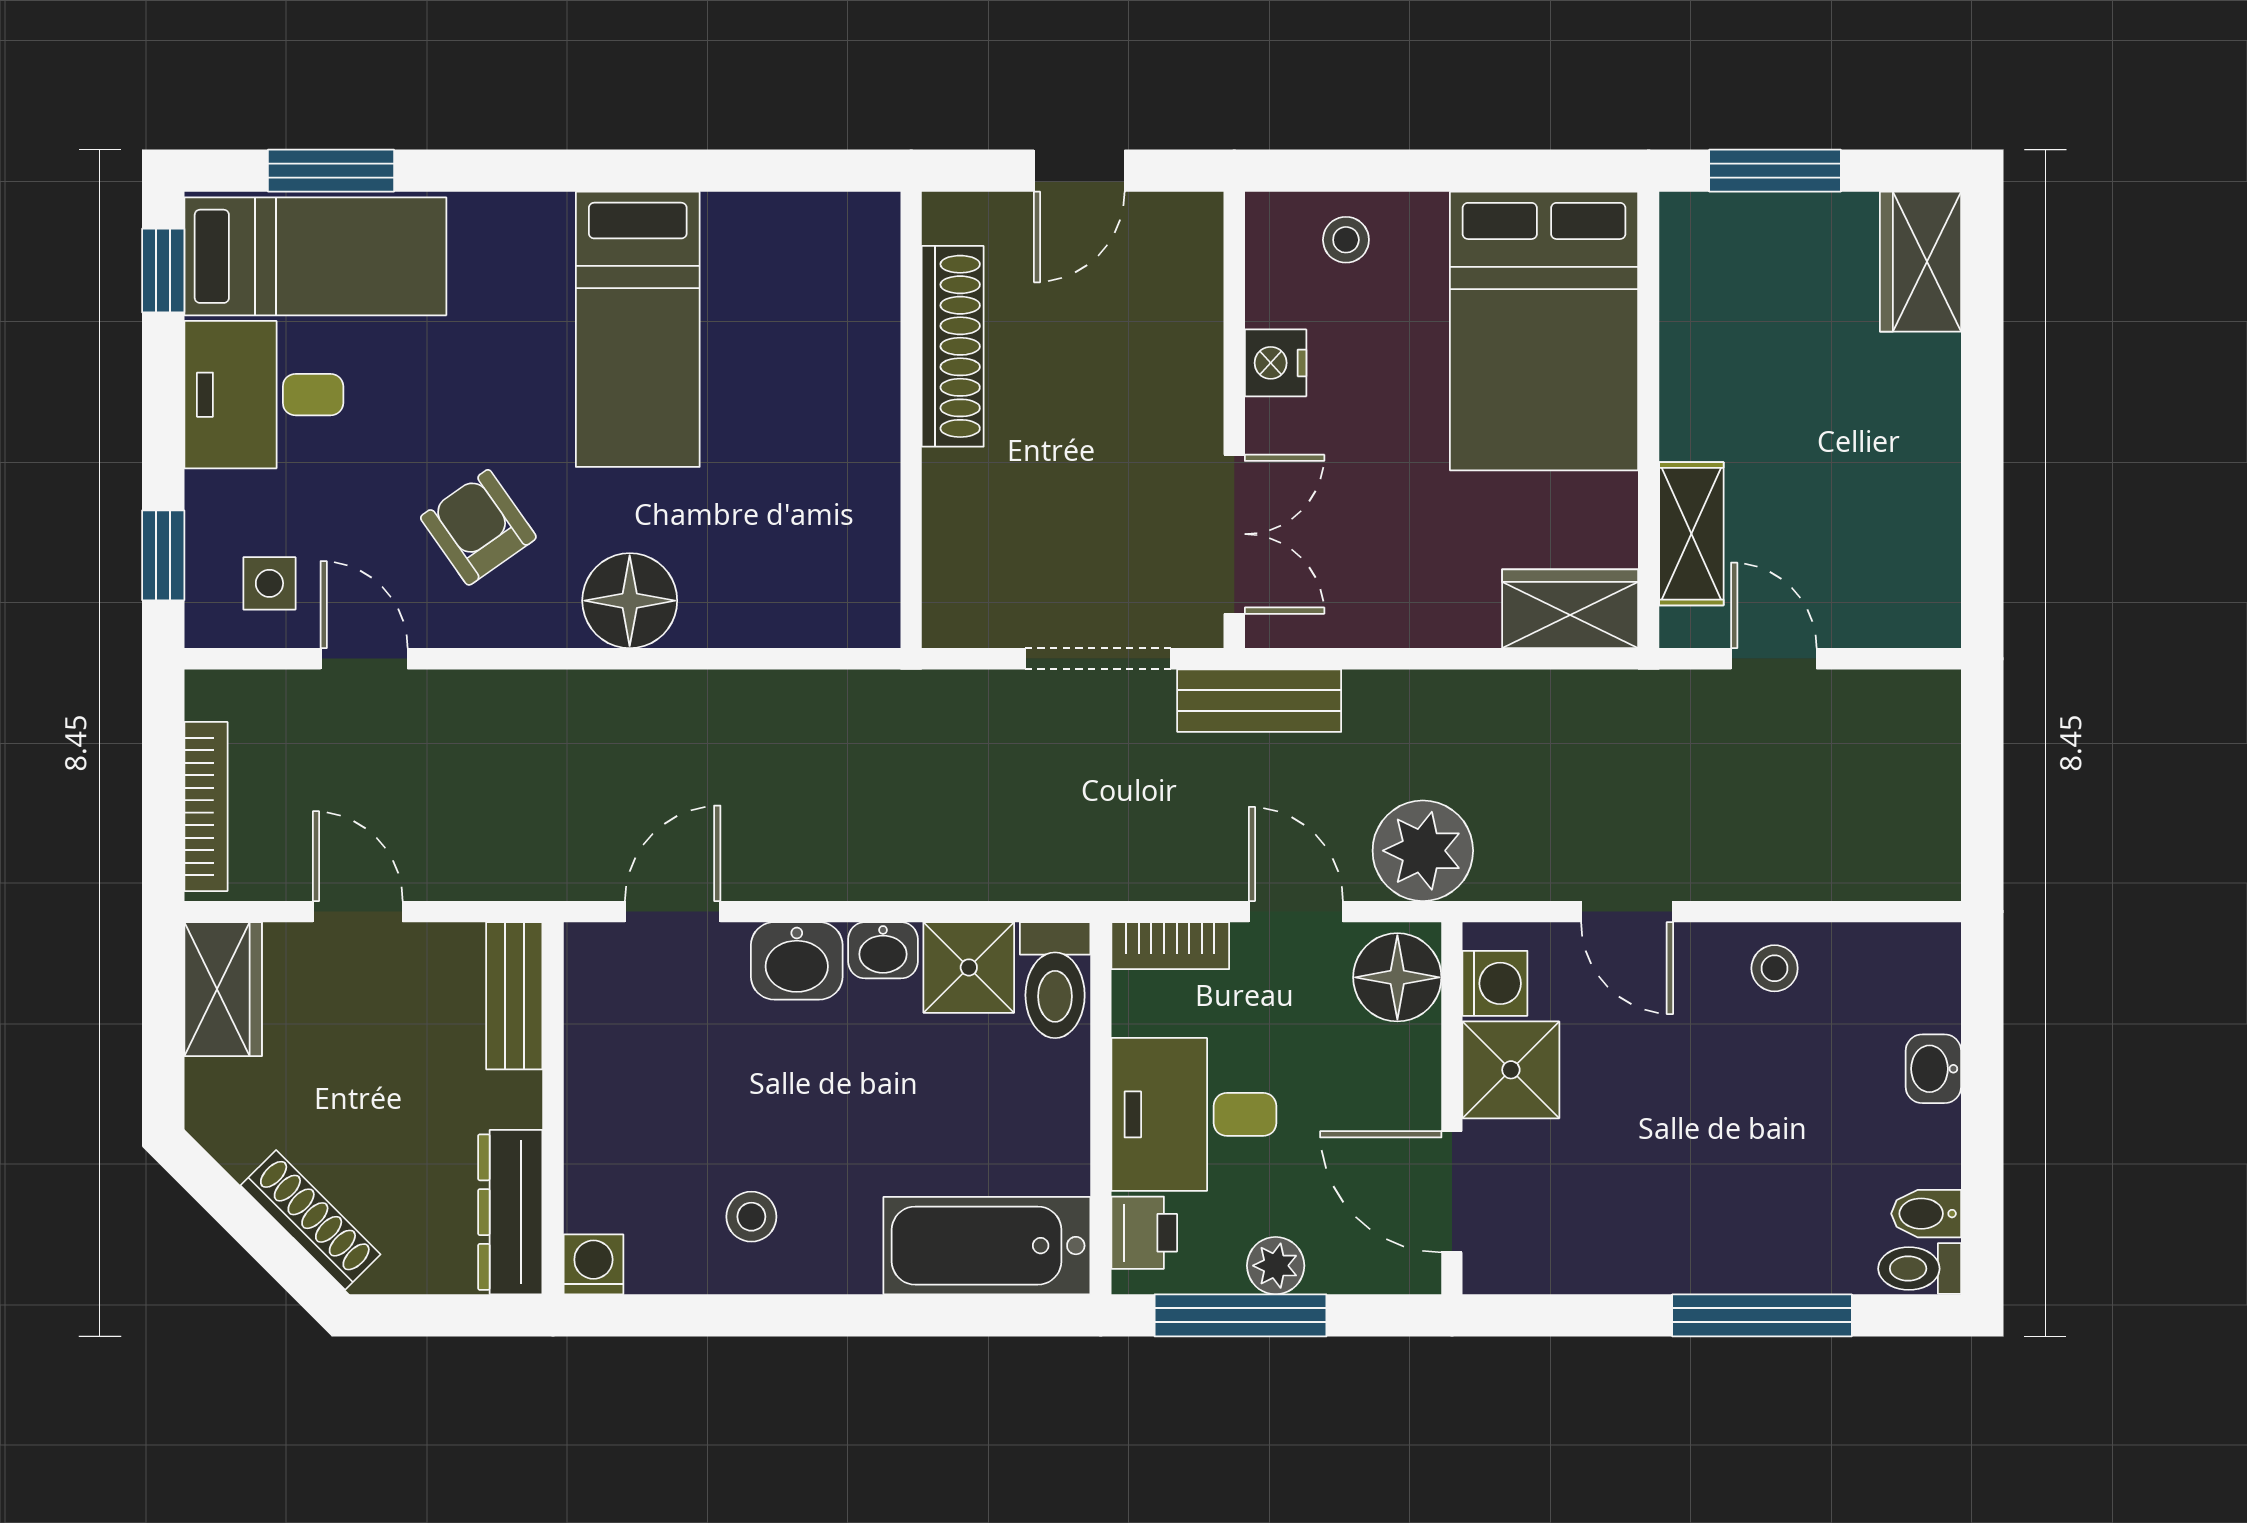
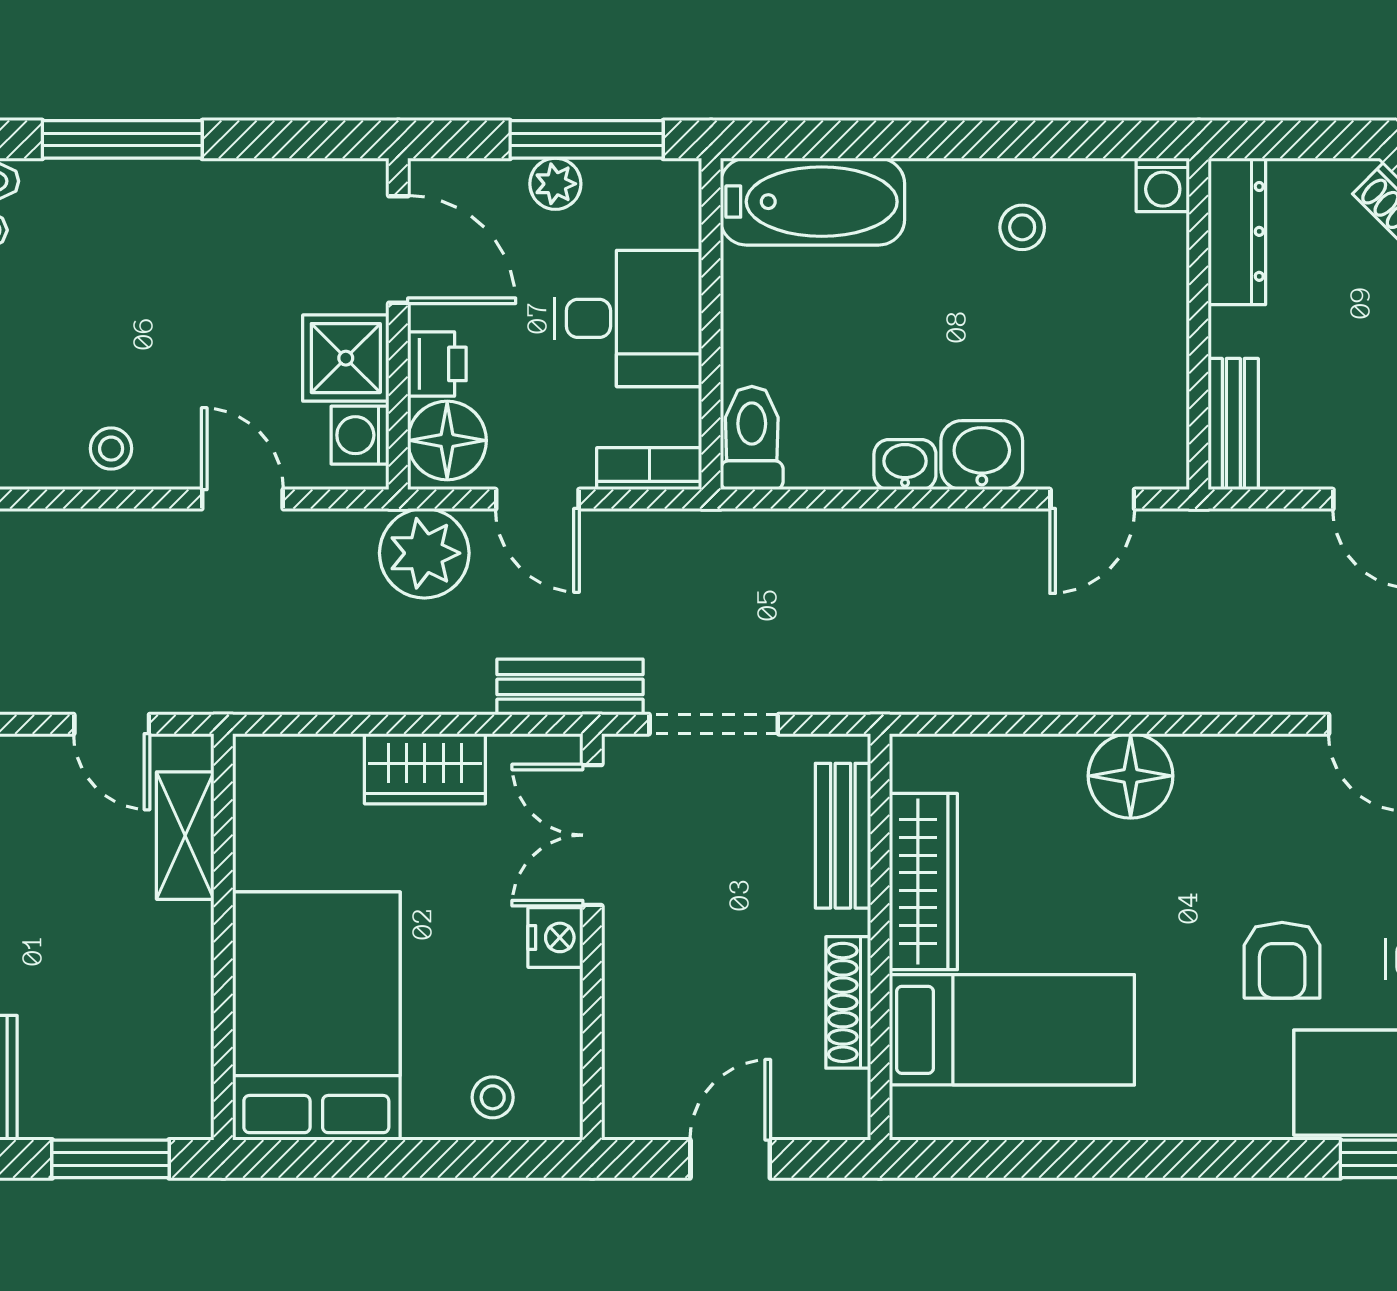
bed: (638, 329) -> (1012, 1030), moved, turned 90
shoe rack: (953, 346) -> (848, 1002), width x0.74, depth x0.81
nightstand: (1276, 363) -> (555, 937), moved
wardrobe: (862, 482) -> (923, 882), added
armchair: (478, 527) -> (1282, 960), moved, turned 35
bench: (953, 534) -> (843, 836), added
wardrobe: (1570, 609) -> (425, 769), moved
shower: (969, 967) -> (829, 449), removed
printer: (1144, 1233) -> (437, 364), moved, turned 180

